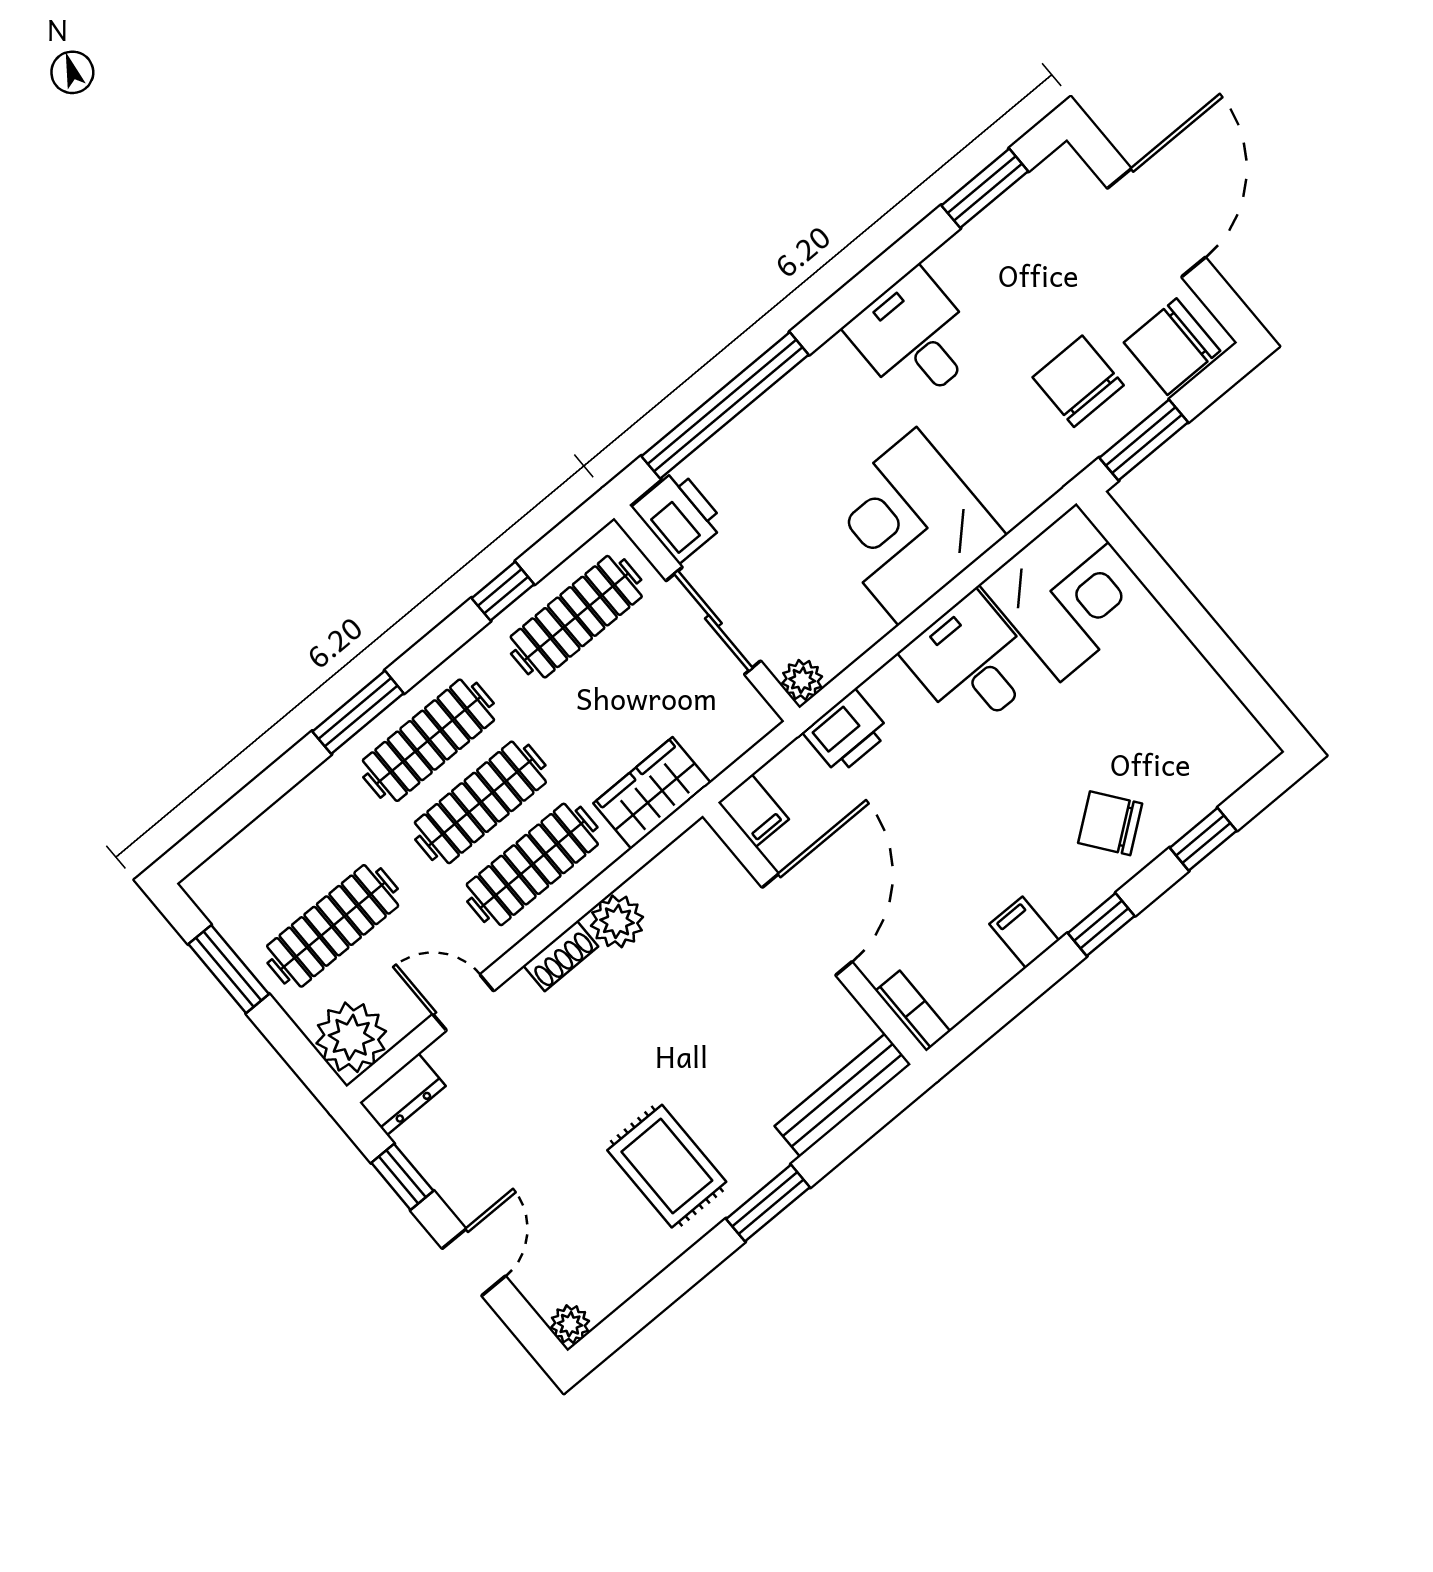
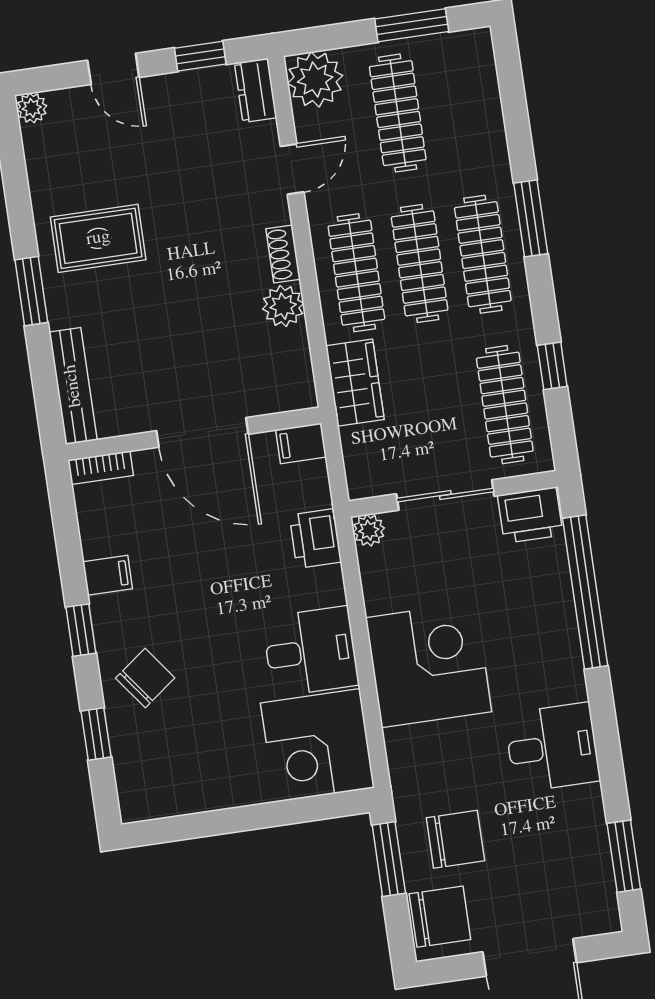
chair: (1172, 347) -> (440, 917), turned 90

